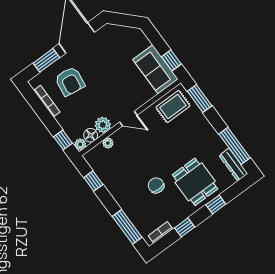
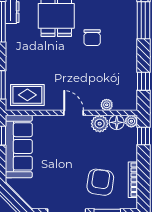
sofa: (155, 69) -> (19, 146), width x1.36

